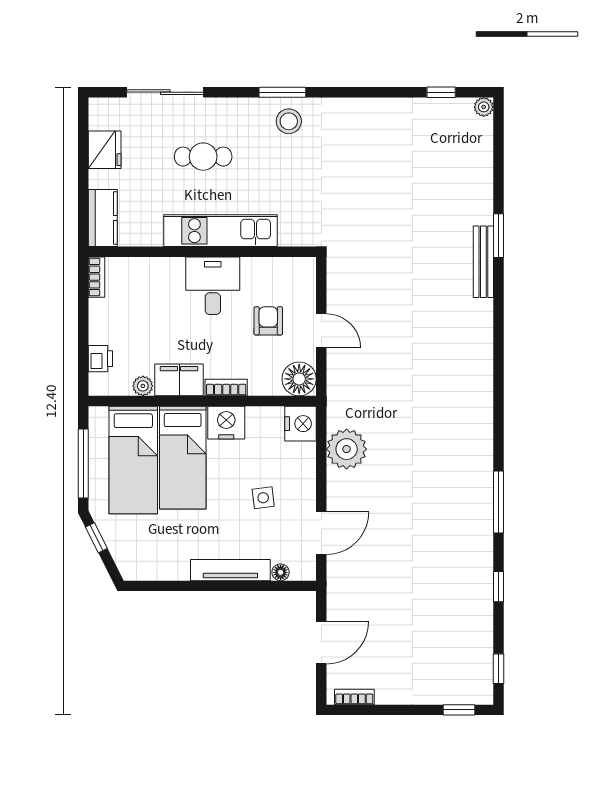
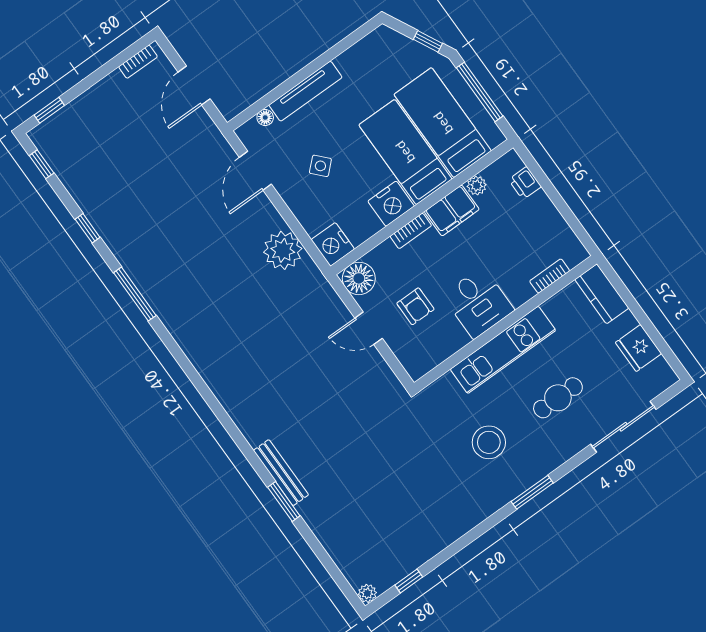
stool: (289, 121) -> (489, 442), moved, width x1.38, depth x1.38
bookcase: (96, 277) -> (550, 276), moved, turned 90
side table: (263, 498) -> (320, 166), turned -36

